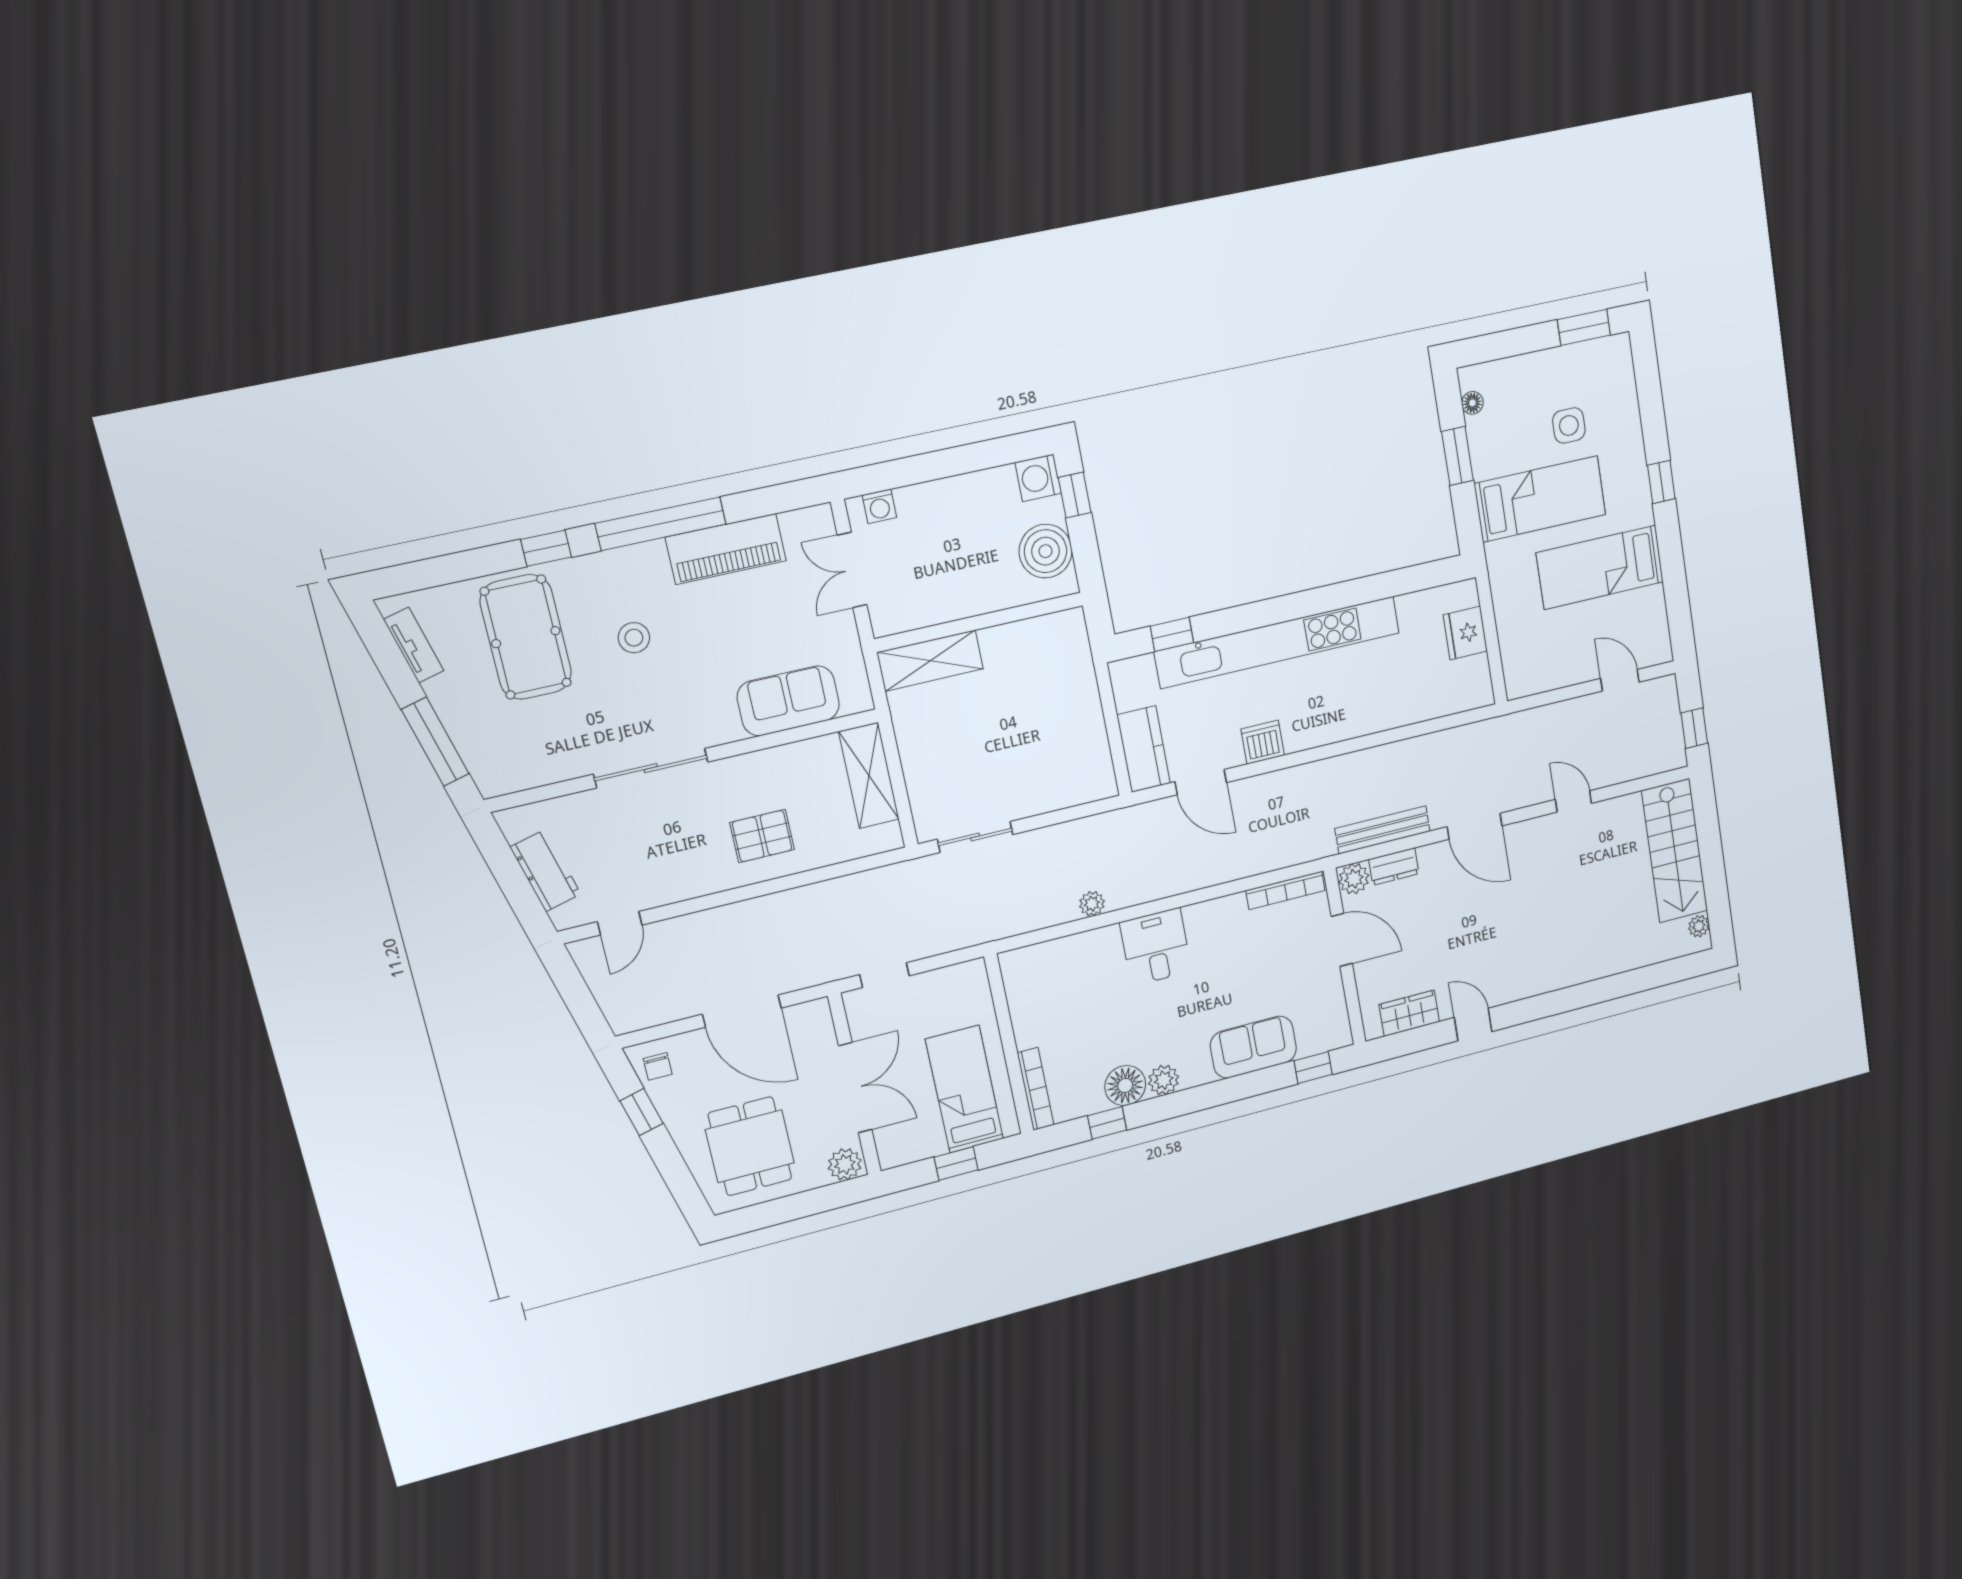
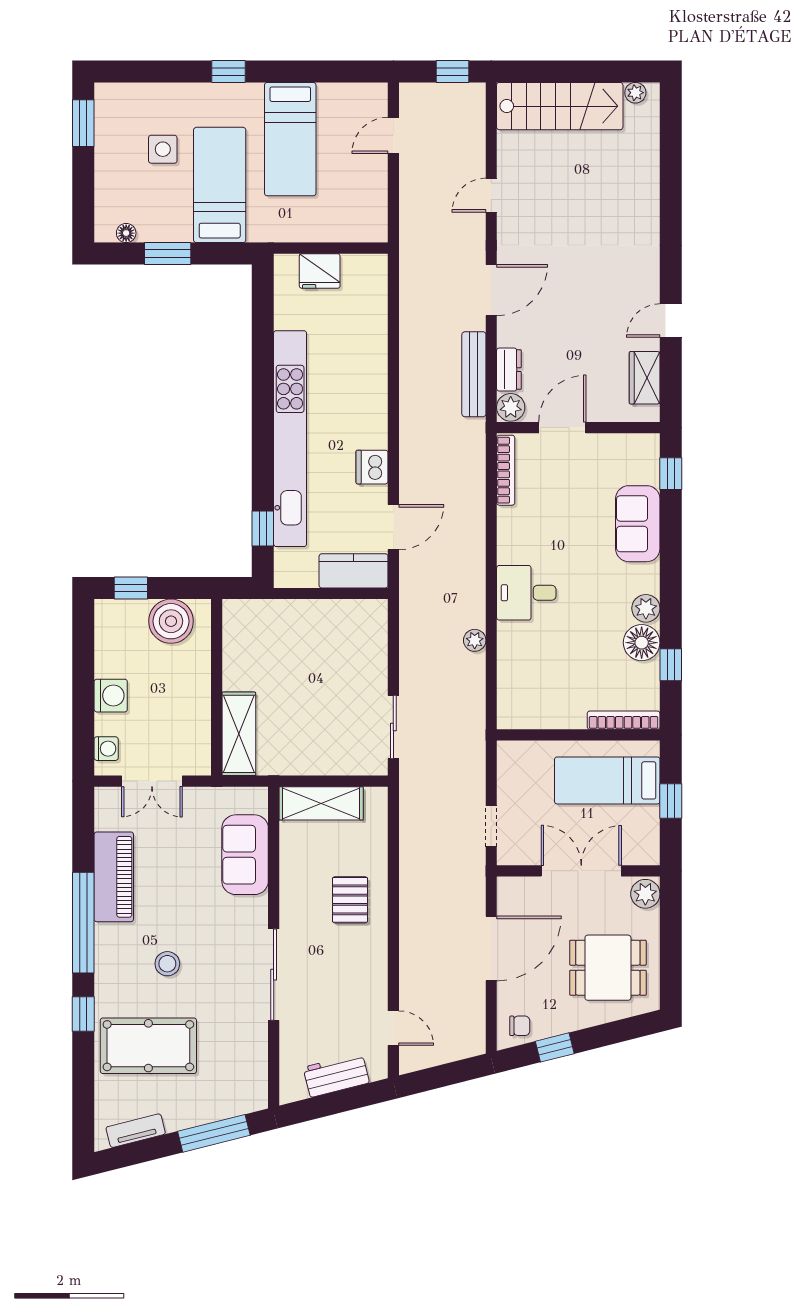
washing machine: (1038, 478) -> (111, 696), moved, turned -90

